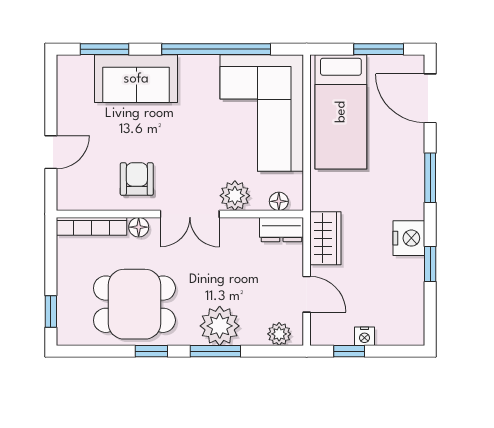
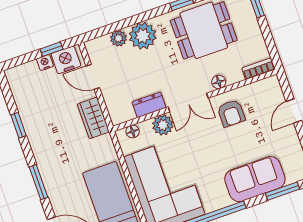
double door: (190, 214) -> (188, 103), swing flipped
bookcase: (91, 226) -> (258, 69), width x0.64
dresser: (281, 230) -> (149, 105), moved
nightstand: (409, 238) -> (66, 60), moved, turned 90
plant: (279, 334) -> (119, 38), moved
window: (215, 351) -> (140, 18), removed

